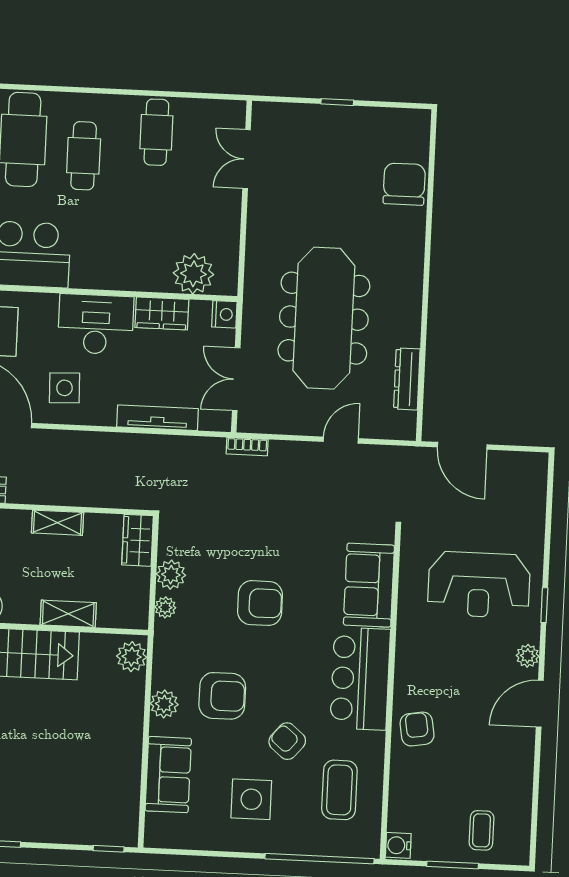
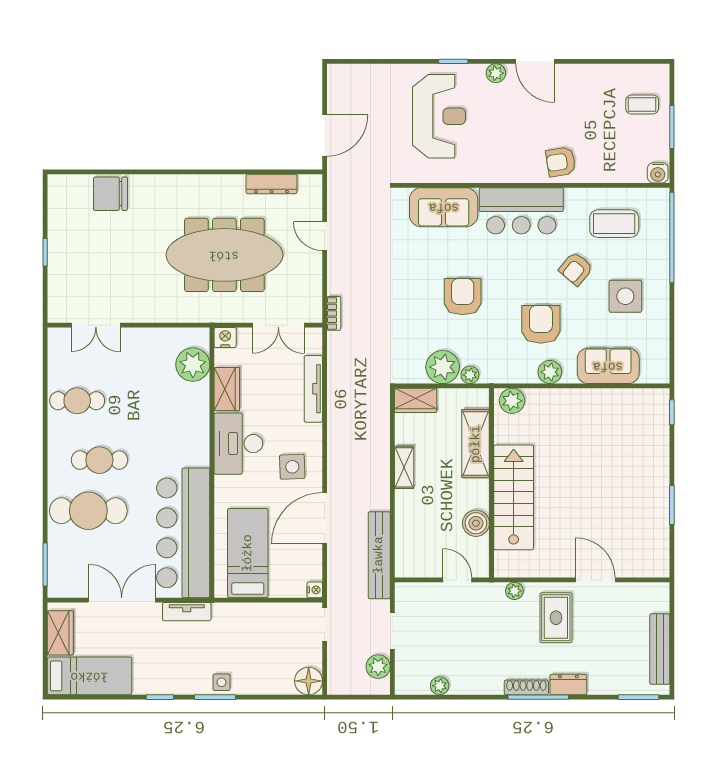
plant: (171, 575) -> (443, 367), width x1.36, depth x1.36
shelving: (68, 614) -> (476, 444), width x1.50, depth x1.33

